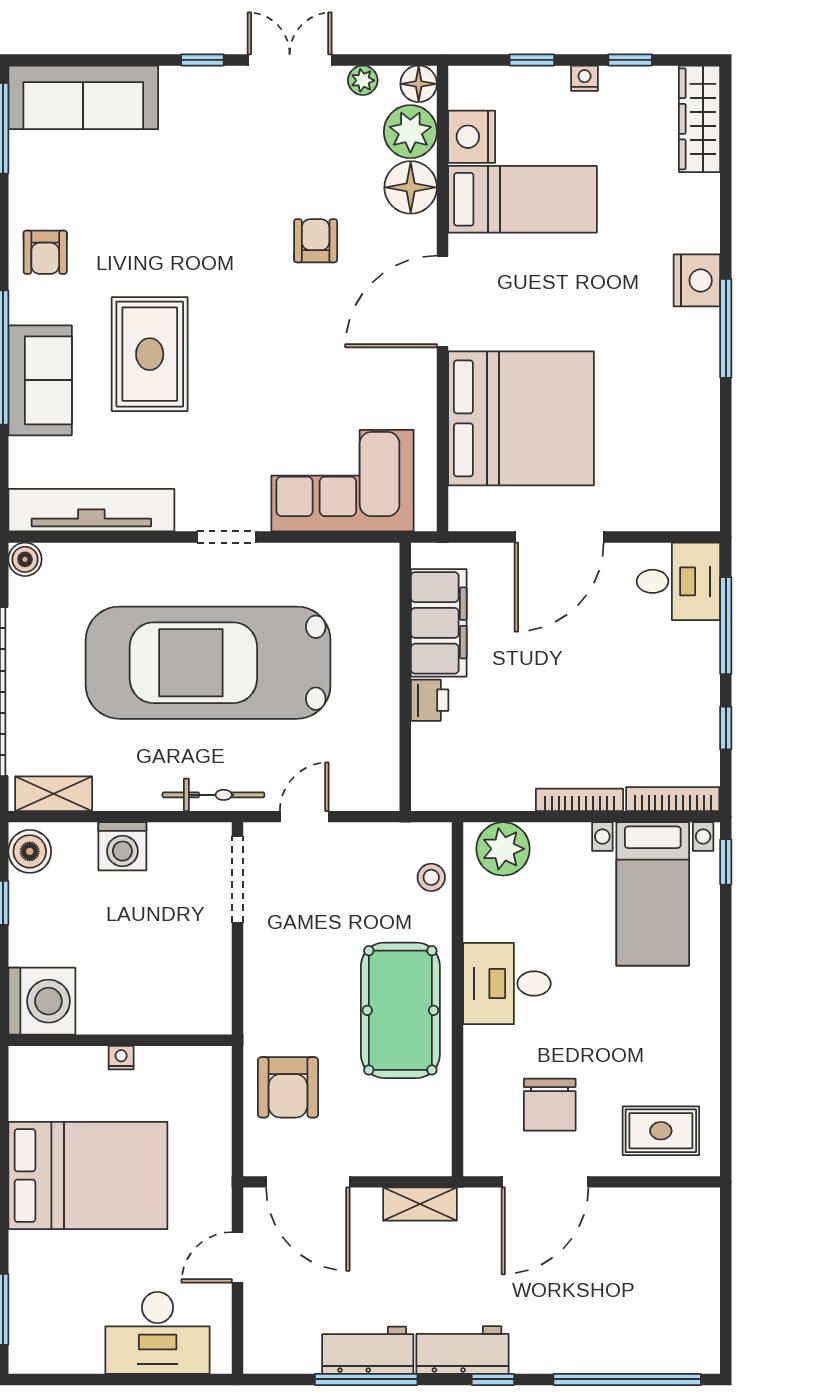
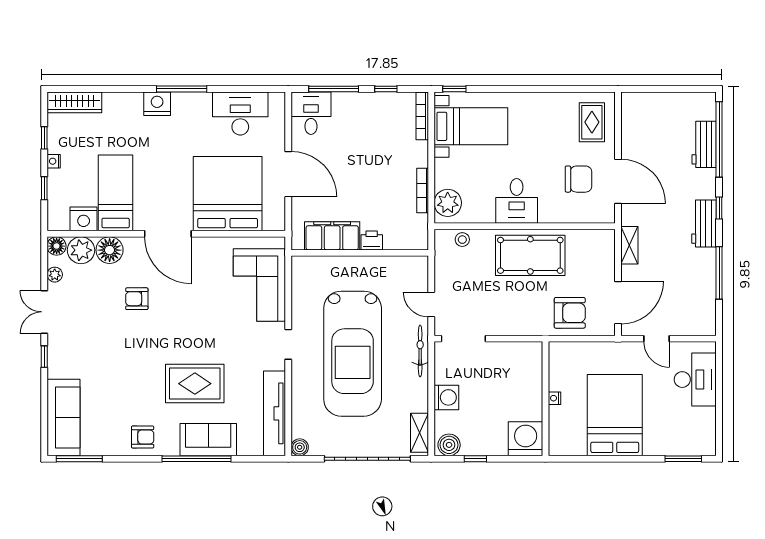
desk: (678, 443) -> (240, 113), added
bookcase: (579, 800) -> (423, 191), moved
workbench: (368, 1350) -> (704, 144), moved

